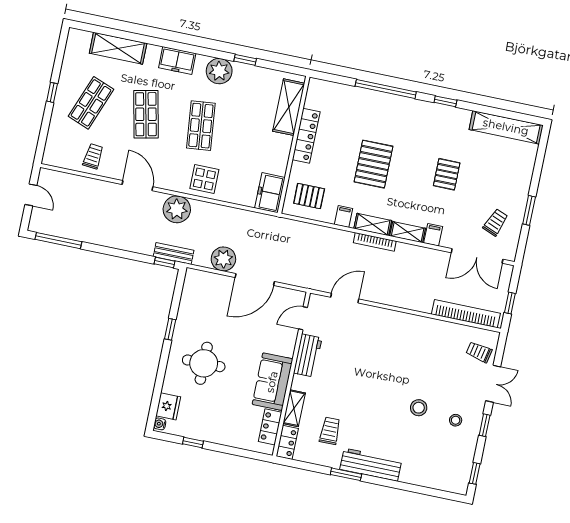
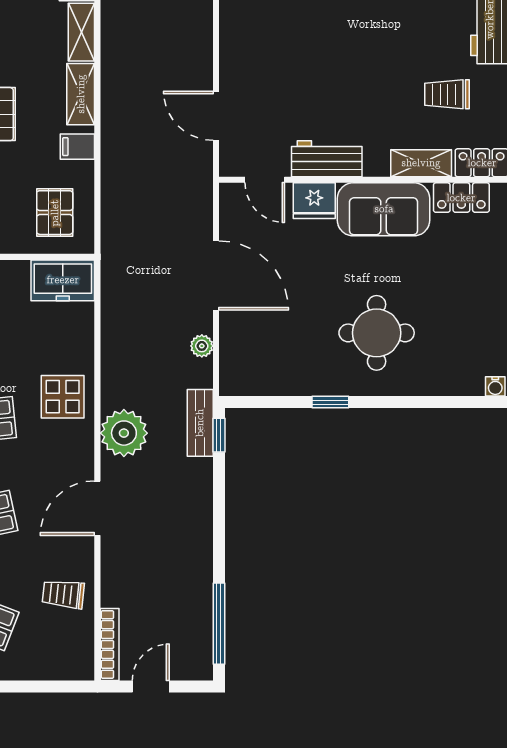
bookcase: (375, 242) -> (110, 644), moved
plant: (223, 259) -> (202, 346), width x0.53, depth x0.53
fridge: (168, 406) -> (314, 201), moved, turned 180

